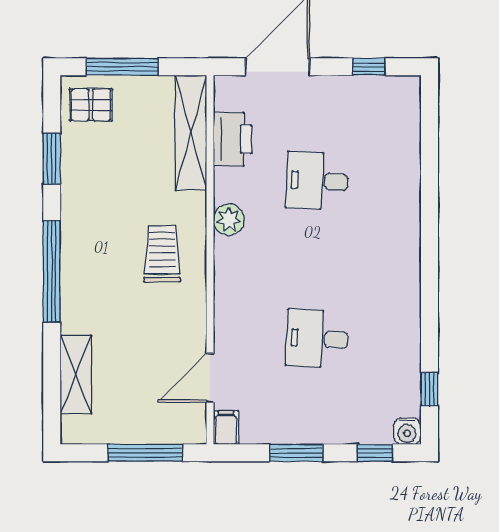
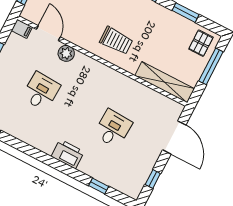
printer: (233, 139) -> (68, 154), moved, turned 180
window: (429, 154) -> (99, 186), added
plant: (229, 220) -> (66, 53), moved

